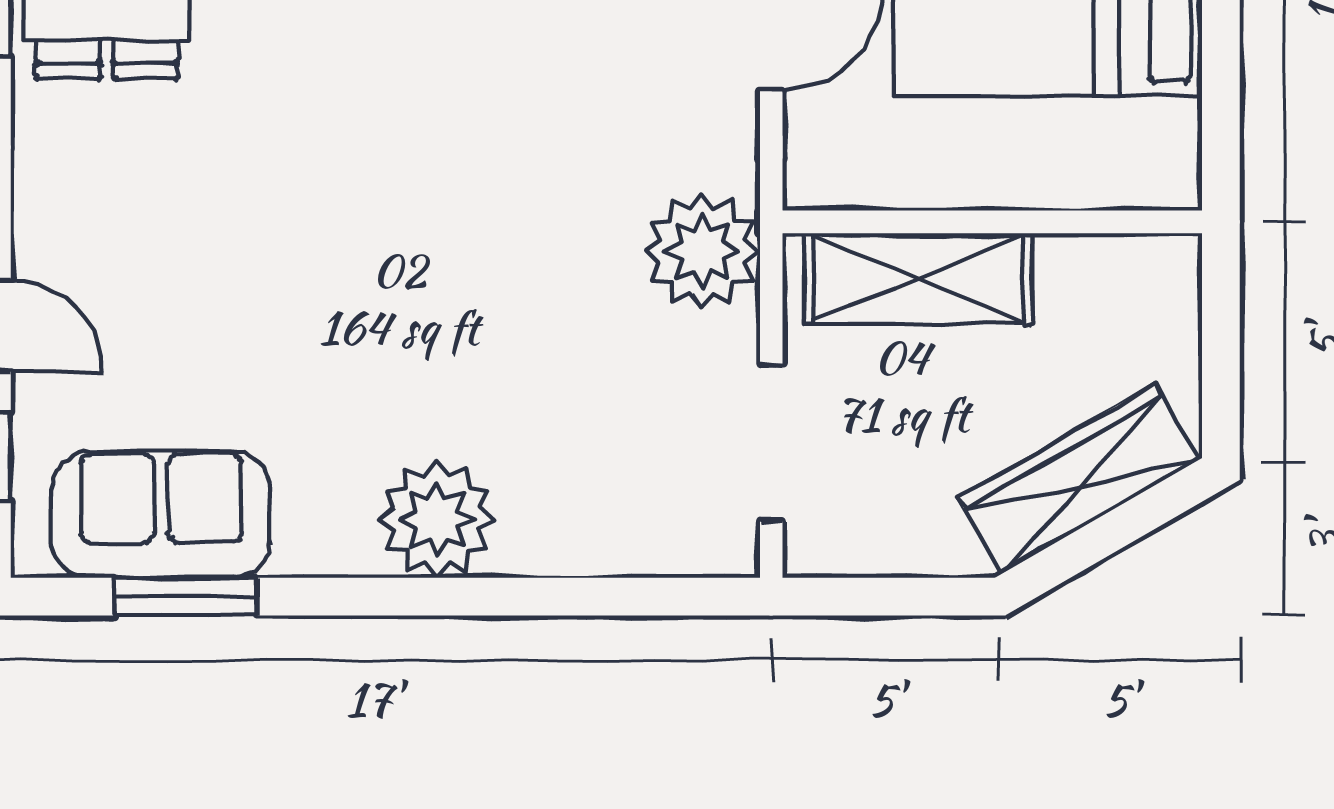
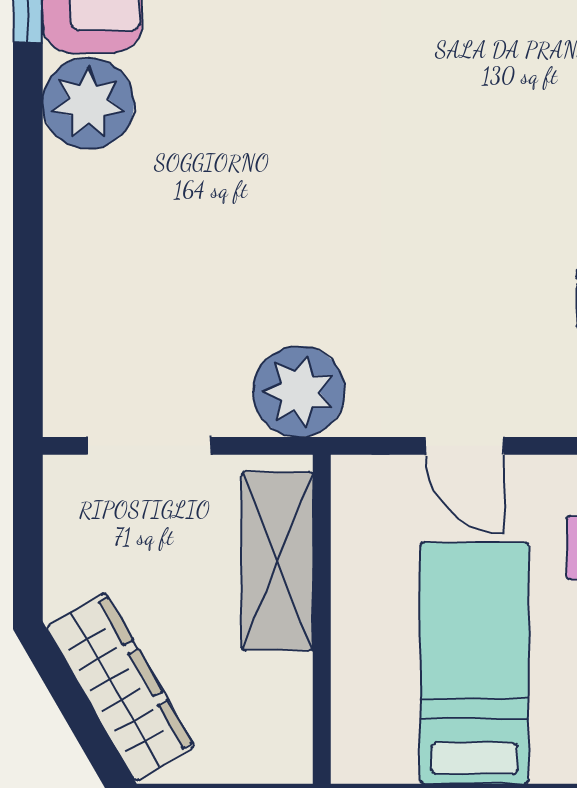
plant: (437, 520) -> (88, 103), moved

